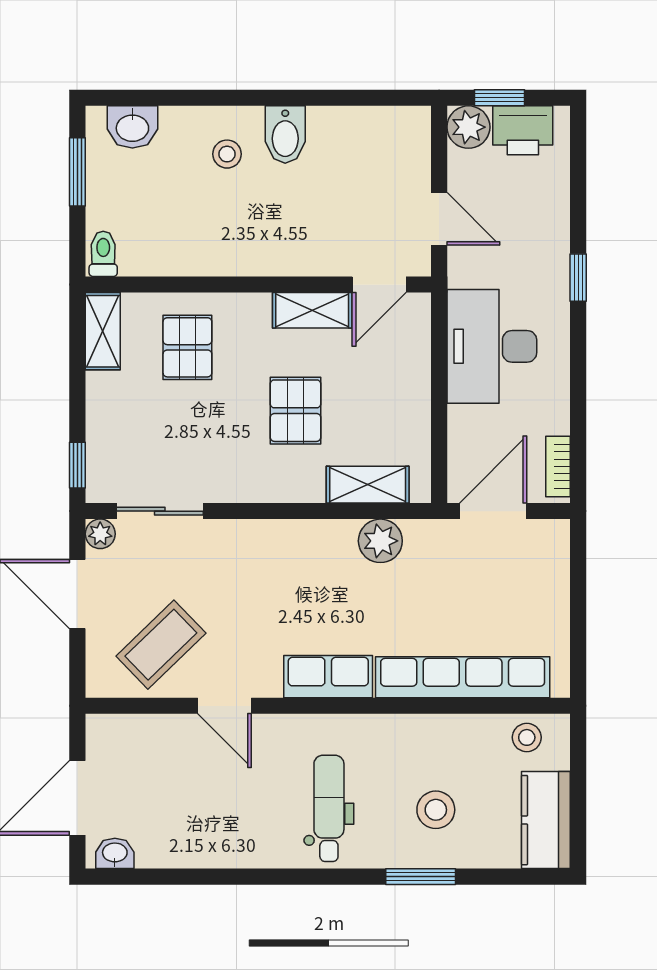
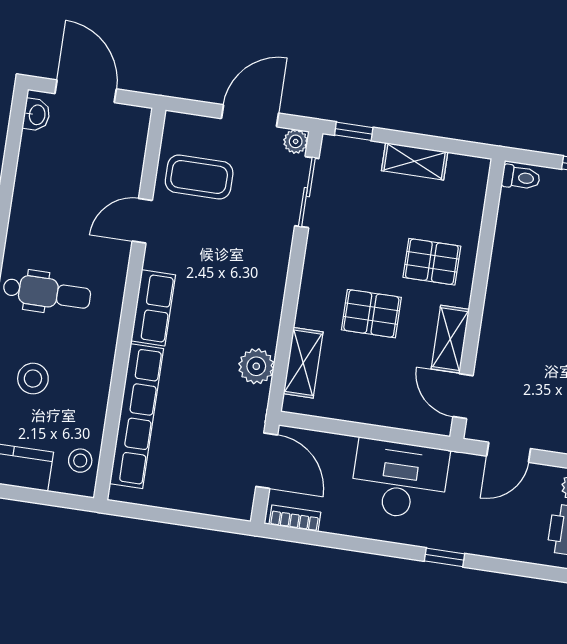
shelving: (103, 331) -> (415, 161), moved
pallet: (187, 347) -> (432, 262), moved
coffee table: (161, 645) -> (199, 177), turned -46

